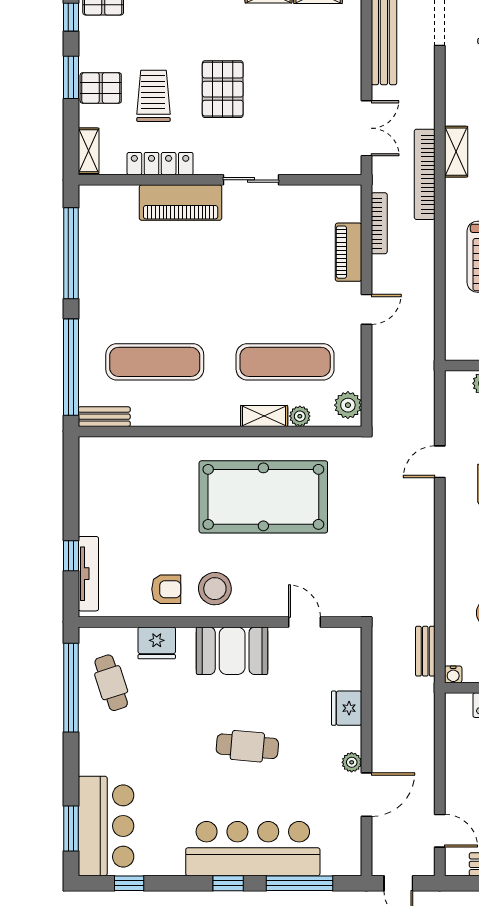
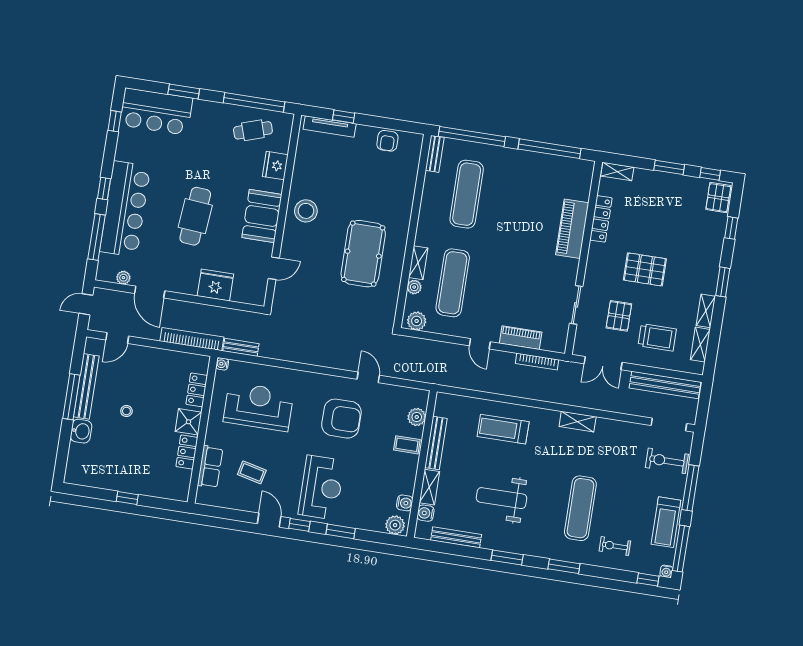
pallet: (101, 88) -> (619, 316), moved
trolley: (153, 96) -> (657, 337), moved
bookcase: (425, 174) -> (192, 339), moved
sliding door: (251, 180) -> (576, 305), moved
pool table: (263, 497) -> (363, 254), width x0.73, depth x0.76
armchair: (166, 589) -> (387, 141), moved
fridge: (347, 708) -> (215, 285), width x1.36, depth x1.34
cafe table: (247, 746) -> (195, 216), width x1.37, depth x1.35
plant: (352, 762) -> (123, 278), moved
window: (71, 829) -> (184, 91), moved

